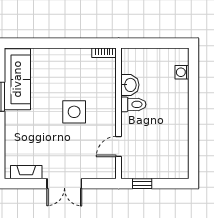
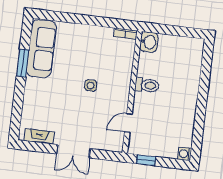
washing machine: (182, 72) -> (185, 154), moved
washbasin: (130, 85) -> (149, 42), moved
side table: (74, 112) -> (91, 85), width x0.54, depth x0.54

